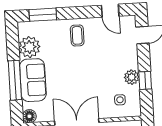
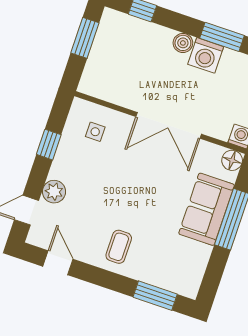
plant: (29, 47) -> (193, 258), removed
plant: (132, 77) -> (54, 192), moved

